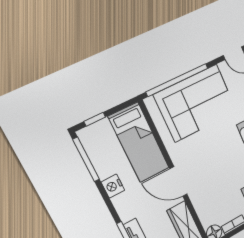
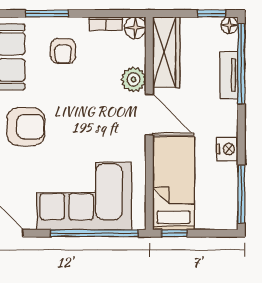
window: (95, 119) -> (174, 233), moved
plant: (200, 199) -> (134, 79), added

